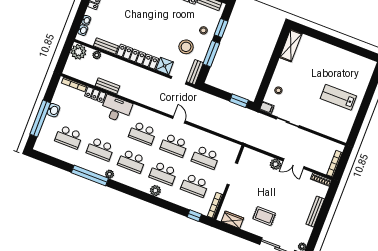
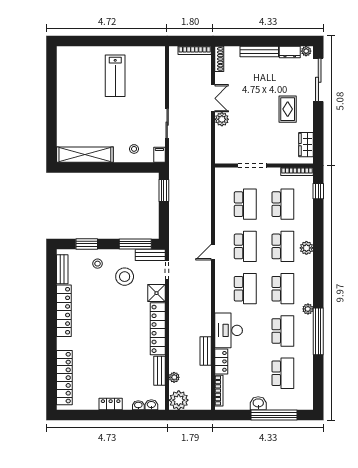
shelving: (291, 45) -> (85, 155), width x1.47
window: (211, 54) -> (135, 244), moved
dresser: (306, 234) -> (290, 52), added

